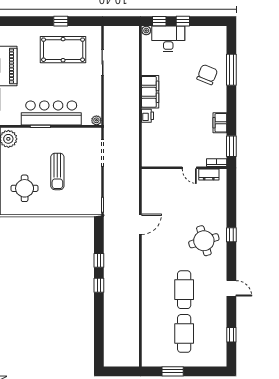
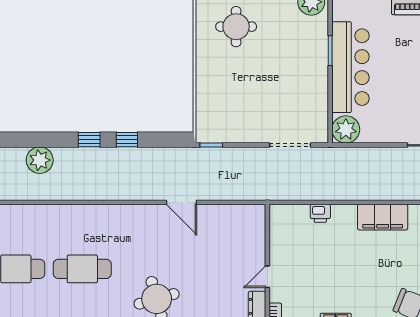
printer: (147, 116) -> (320, 213), moved
plant: (96, 120) -> (346, 129), width x1.88, depth x1.88
sun lounger: (57, 171) -> (262, 77), removed
plant: (112, 318) -> (40, 160), added

